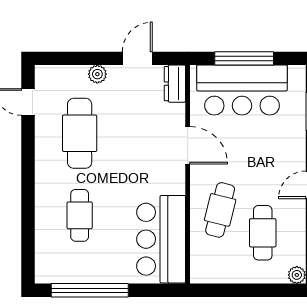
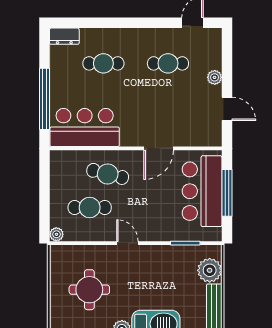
dresser: (175, 84) -> (64, 36), moved, turned 180
cafe table: (80, 133) -> (168, 63), width x0.73, depth x0.74
window: (90, 290) -> (44, 99), moved

